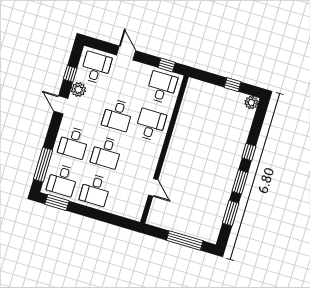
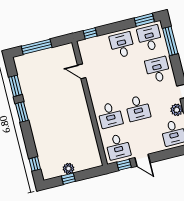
door: (126, 53) -> (142, 160), moved
plant: (251, 103) -> (69, 169), moved
desk: (118, 115) -> (138, 108), turned 180
window: (249, 152) -> (35, 164), moved
desk: (106, 153) -> (130, 77), removed
window: (121, 222) -> (90, 33), added

